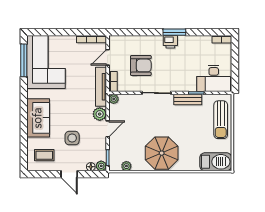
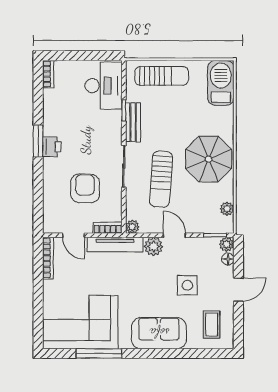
window: (24, 60) -> (99, 353), moved
sun lounger: (147, 119) -> (161, 179), added

